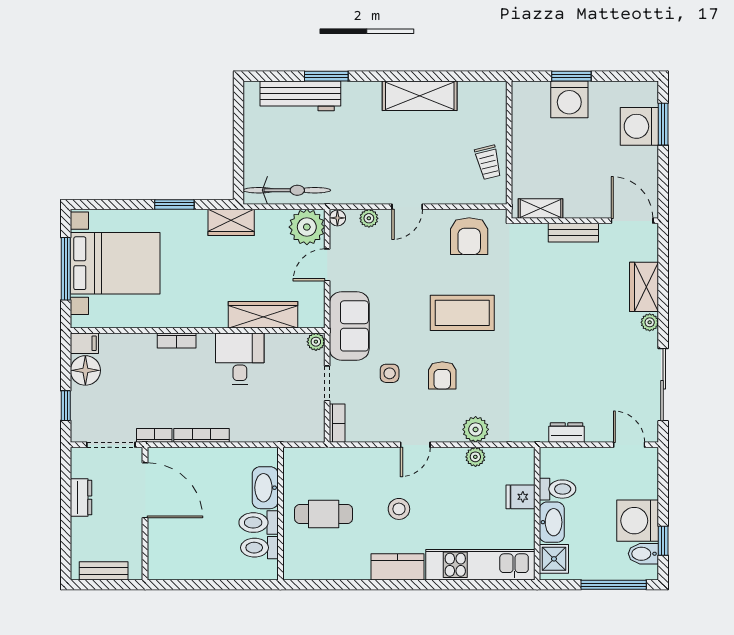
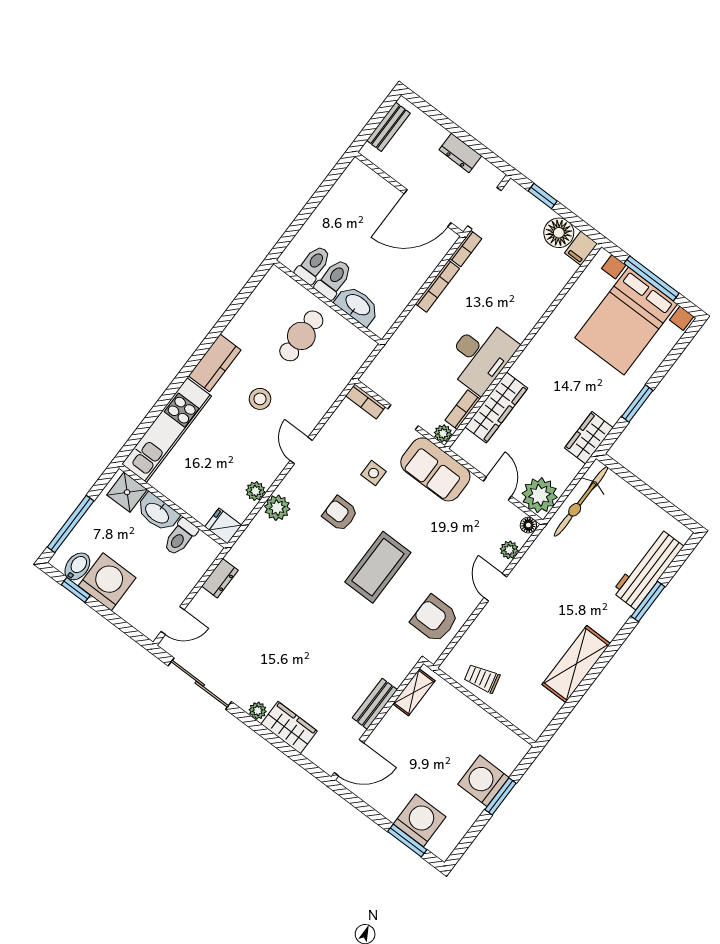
bookcase: (177, 340) -> (462, 410), moved
desk: (240, 359) -> (481, 356), width x1.37
fridge: (520, 497) -> (223, 526), moved, turned -90

